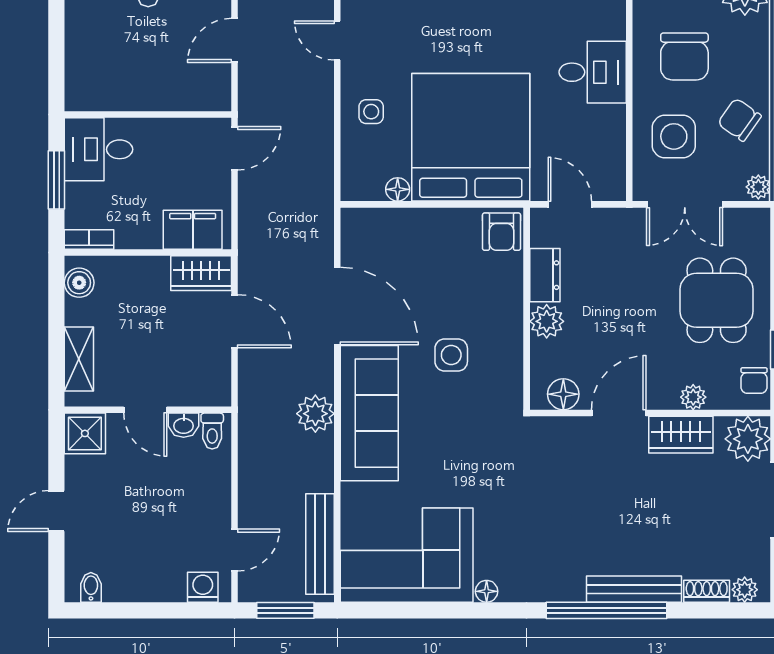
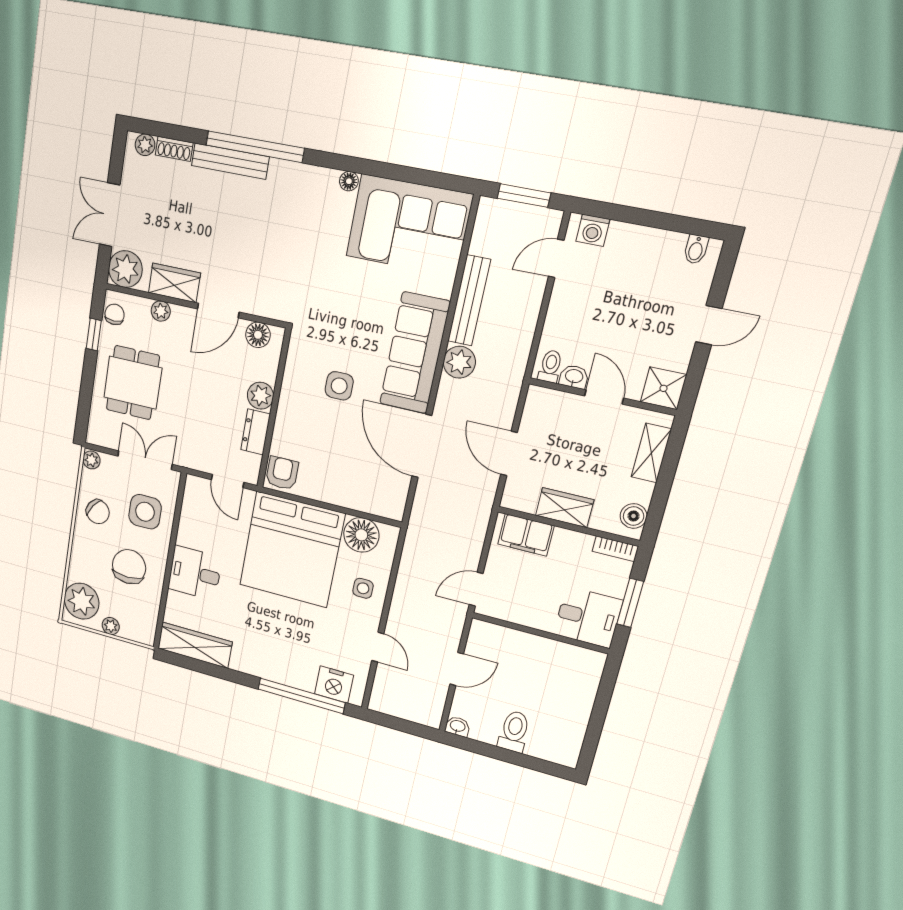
floor lamp: (398, 189) -> (361, 535), width x1.89, depth x1.89
wardrobe: (201, 273) -> (565, 508), moved
bench: (320, 544) -> (469, 301), moved

